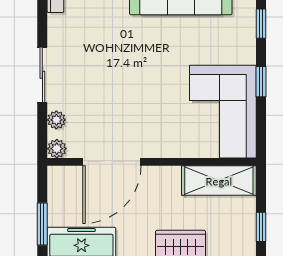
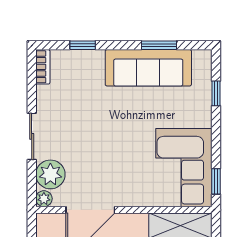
window: (261, 82) -> (216, 181), moved
plant: (56, 120) -> (50, 174), width x1.88, depth x1.88

